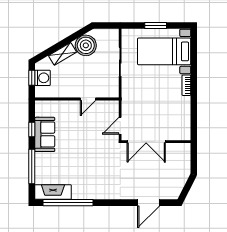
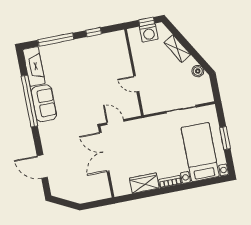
boiler: (86, 45) -> (198, 71), width x0.54, depth x0.54
wardrobe: (183, 110) -> (144, 183), added
sofa: (45, 134) -> (44, 103), moved, turned -90
window: (68, 203) -> (29, 101), moved

